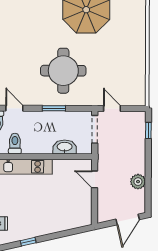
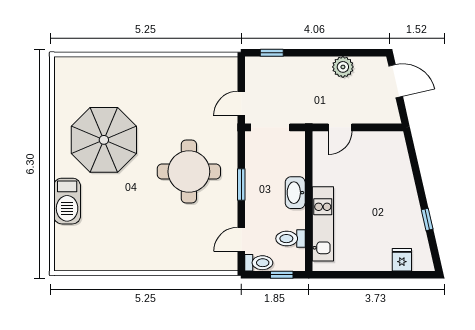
washbasin: (65, 147) -> (295, 193), moved

